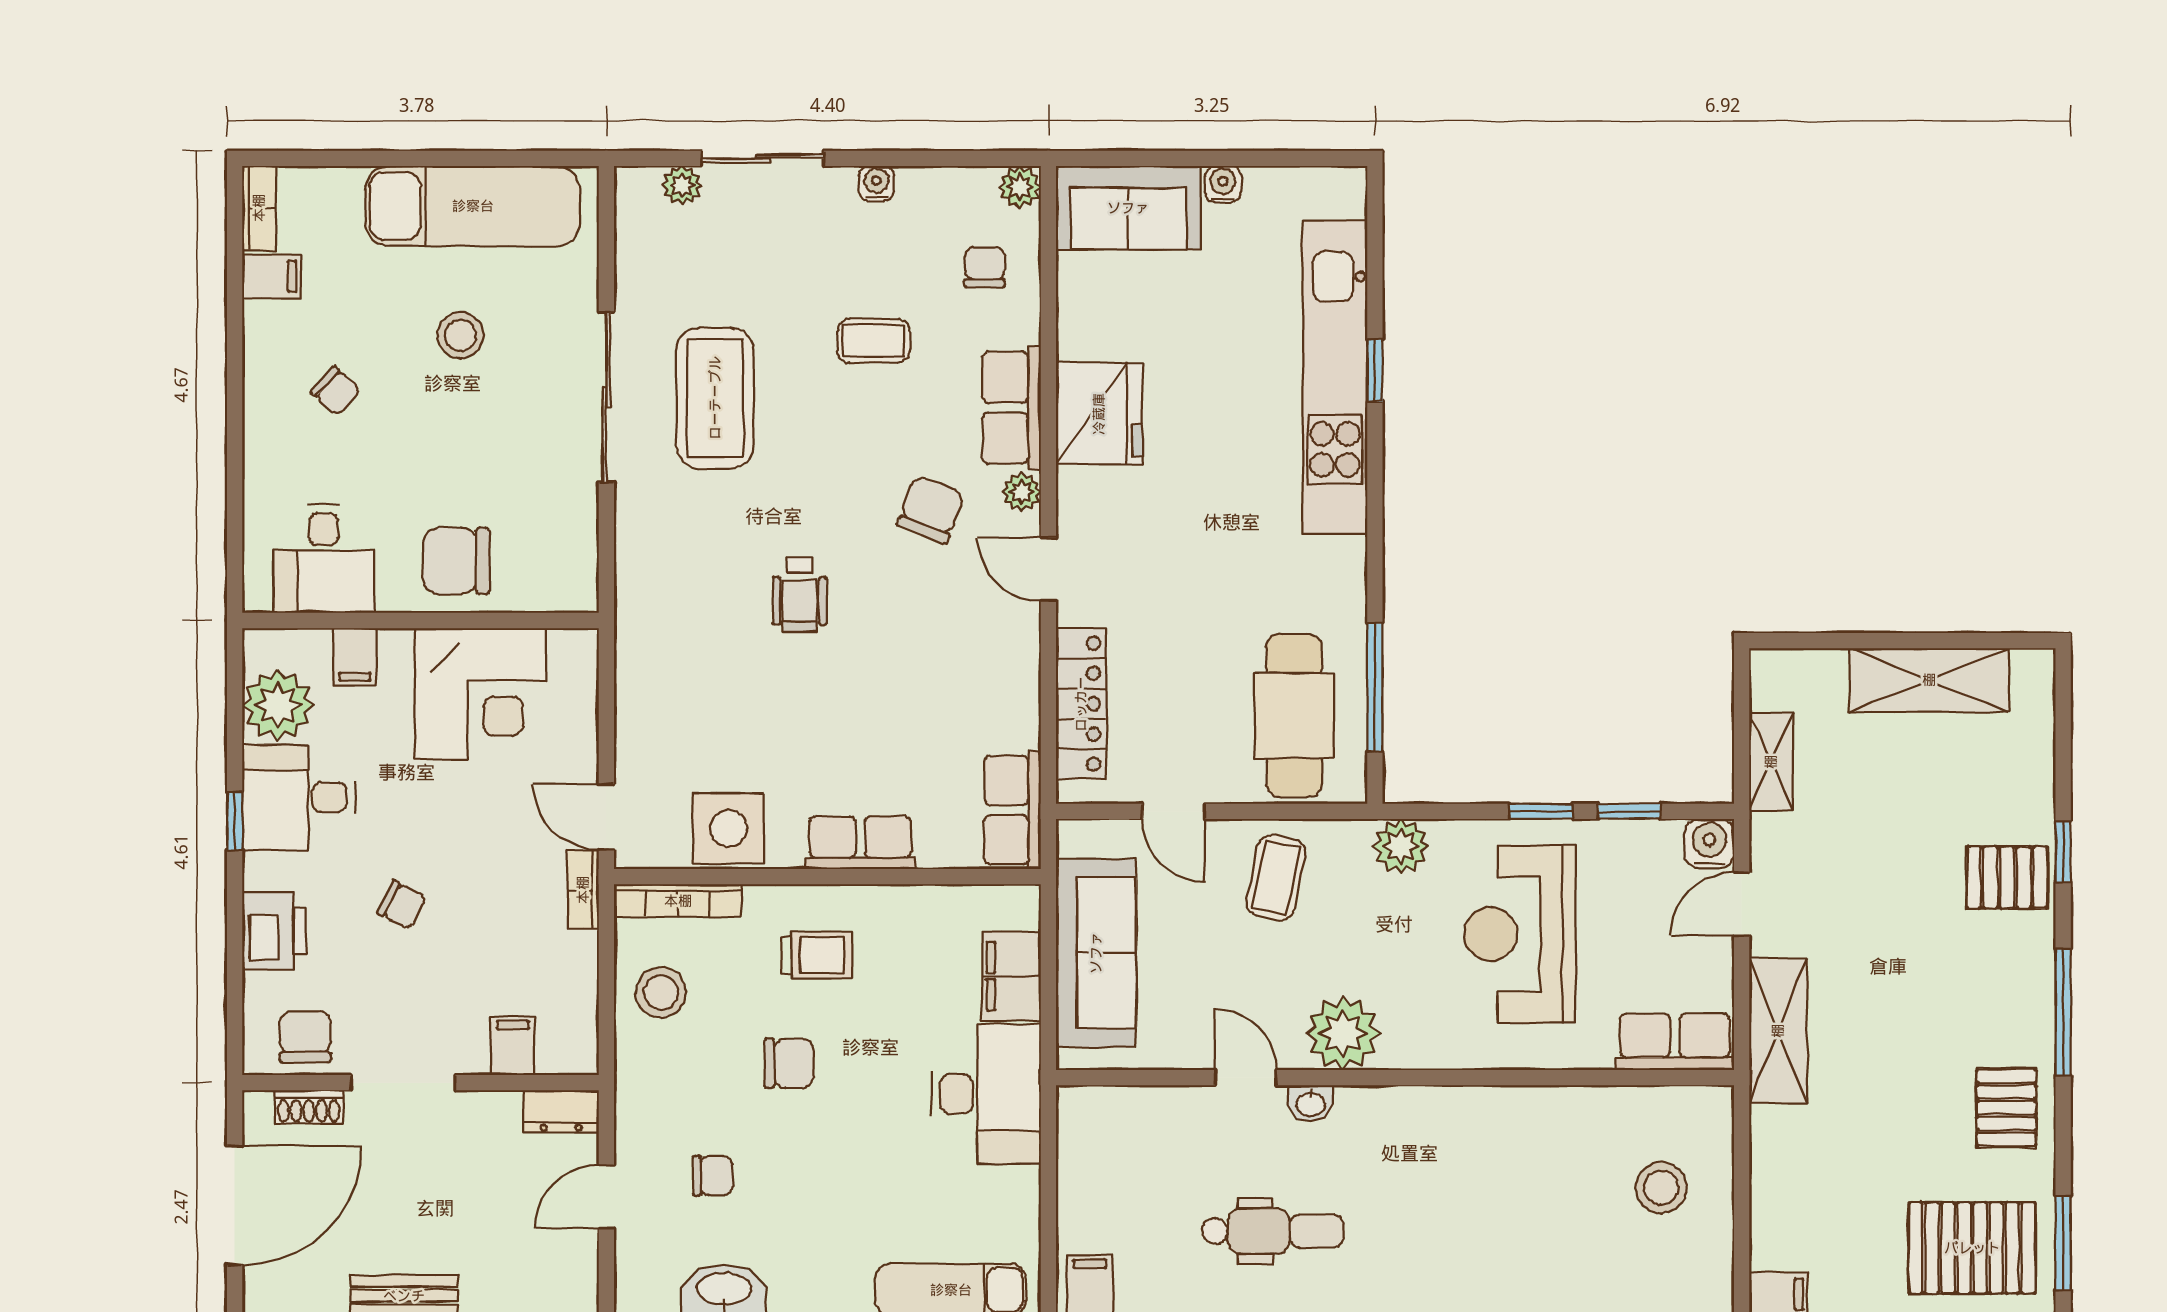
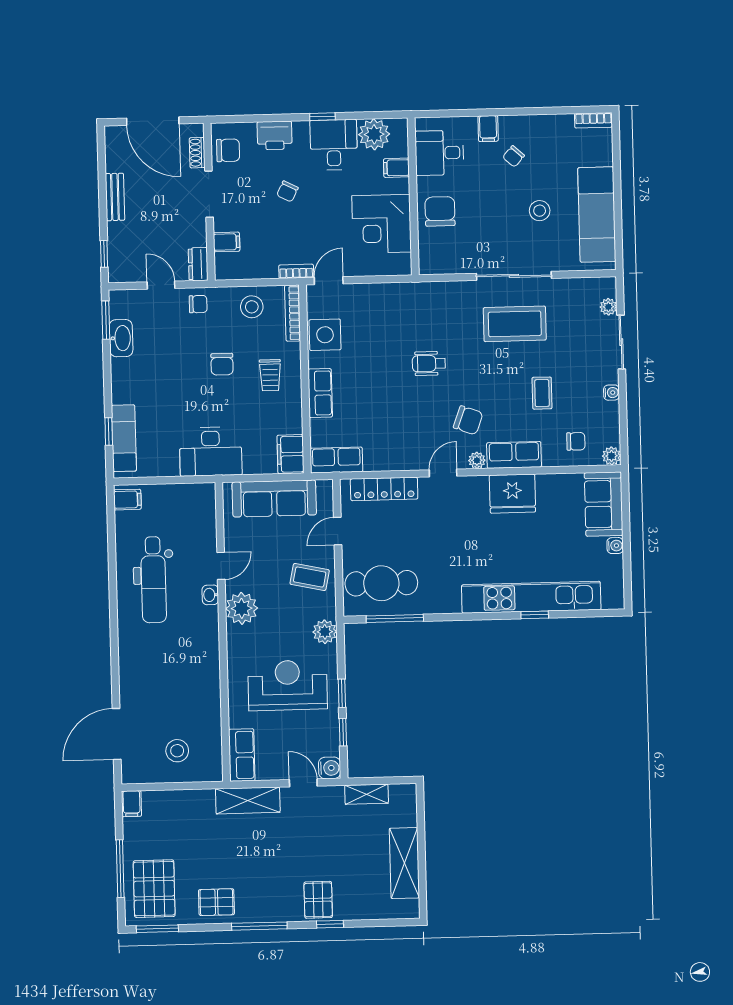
filing cabinet: (272, 276) -> (488, 129), moved
filing cabinet: (1011, 976) -> (290, 454), moved, turned -90
chair: (713, 1176) -> (198, 304), moved, turned -90
dental chair: (1273, 1231) -> (154, 580), width x1.36, depth x1.38

